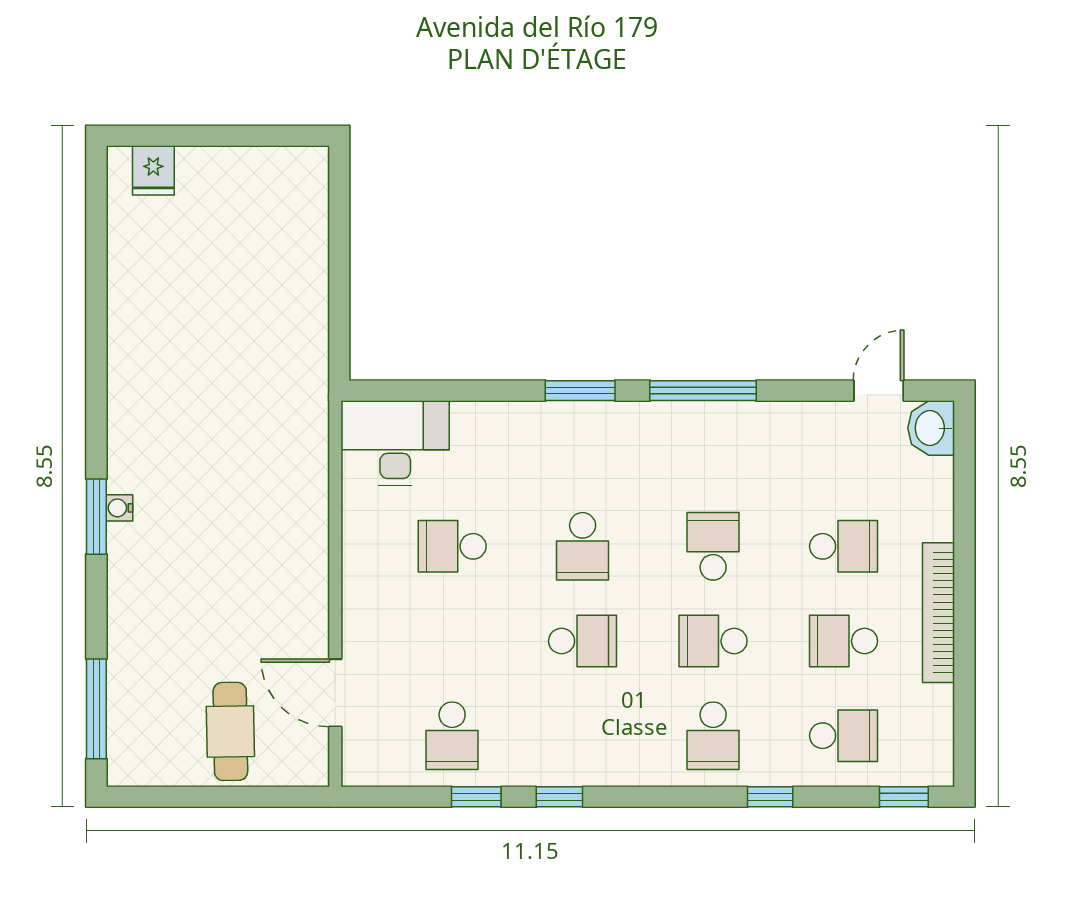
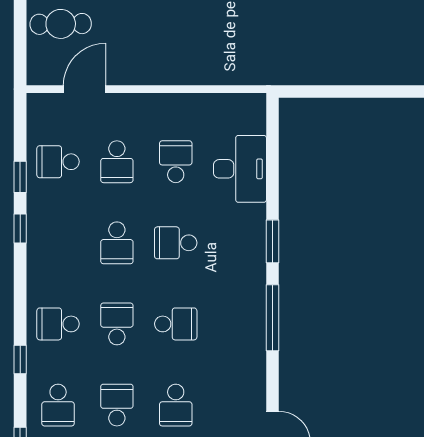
desk: (395, 443) -> (240, 169), moved
school desk: (452, 641) -> (117, 162), added

